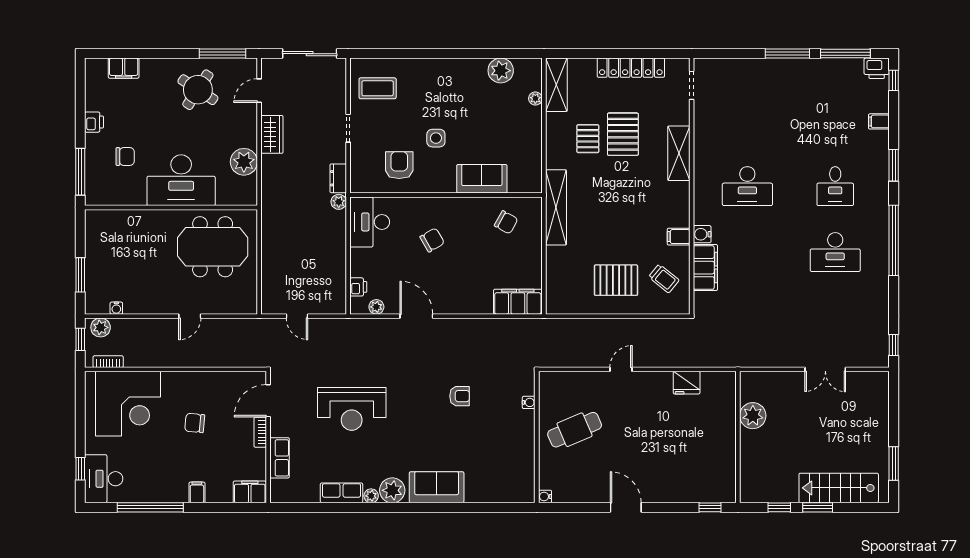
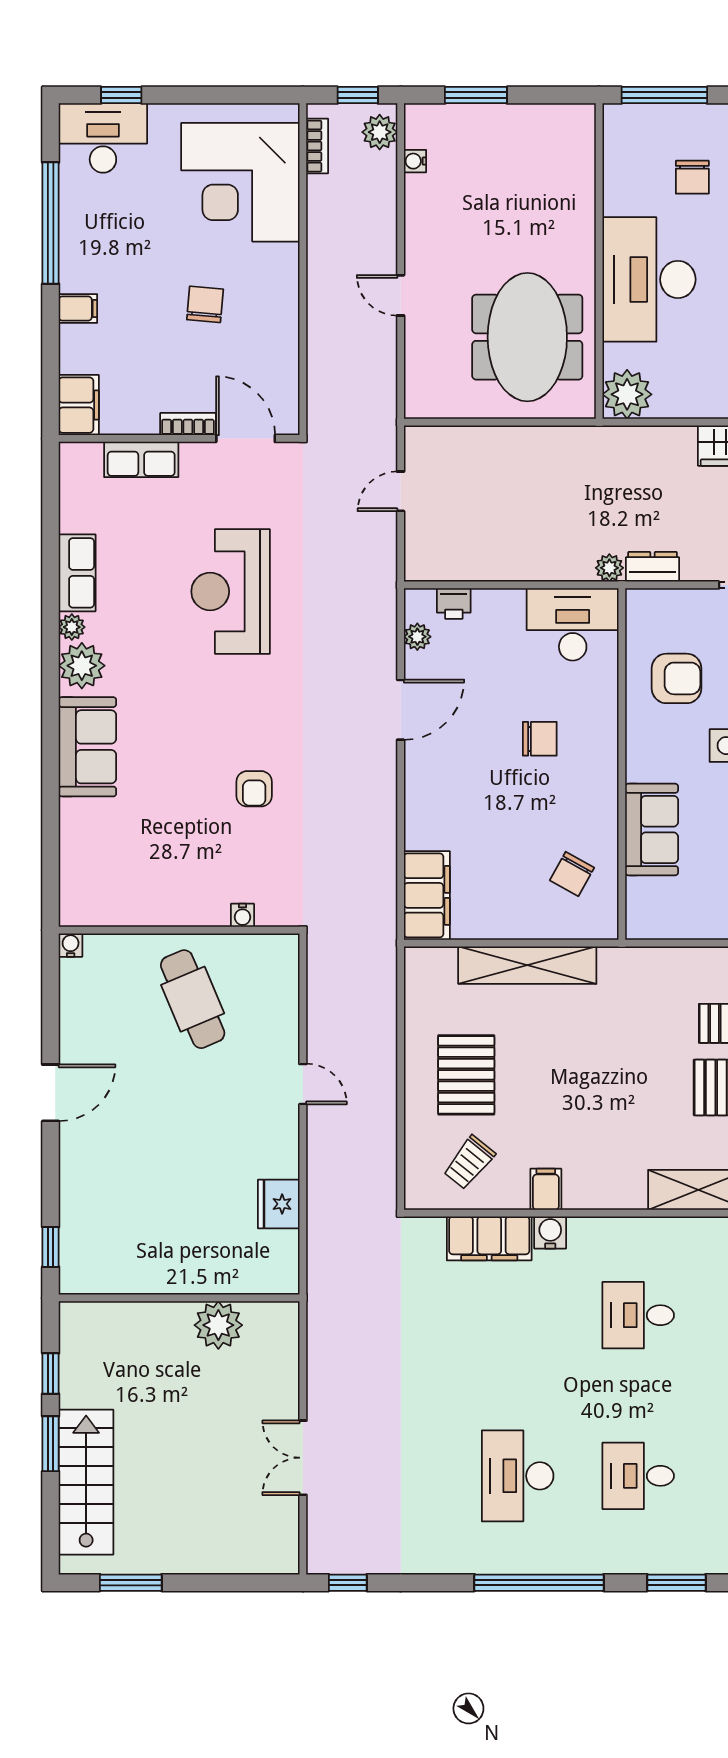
plant: (244, 162) -> (627, 394), moved
desk: (747, 186) -> (638, 1315), width x0.73
shelving: (556, 207) -> (527, 965), moved
chair: (432, 240) -> (540, 739), turned -60

